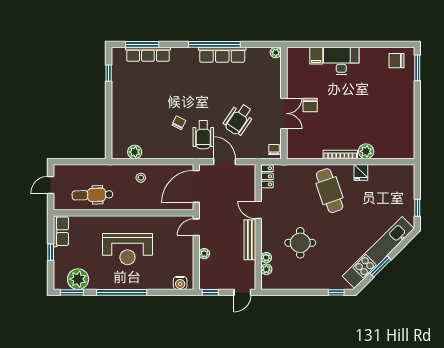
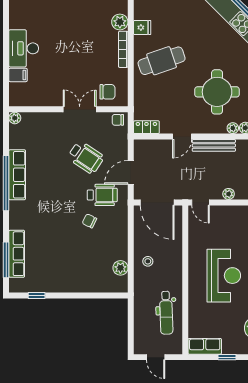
chair: (310, 105) -> (107, 92), moved
round table: (300, 243) -> (217, 92), width x1.36, depth x1.36

